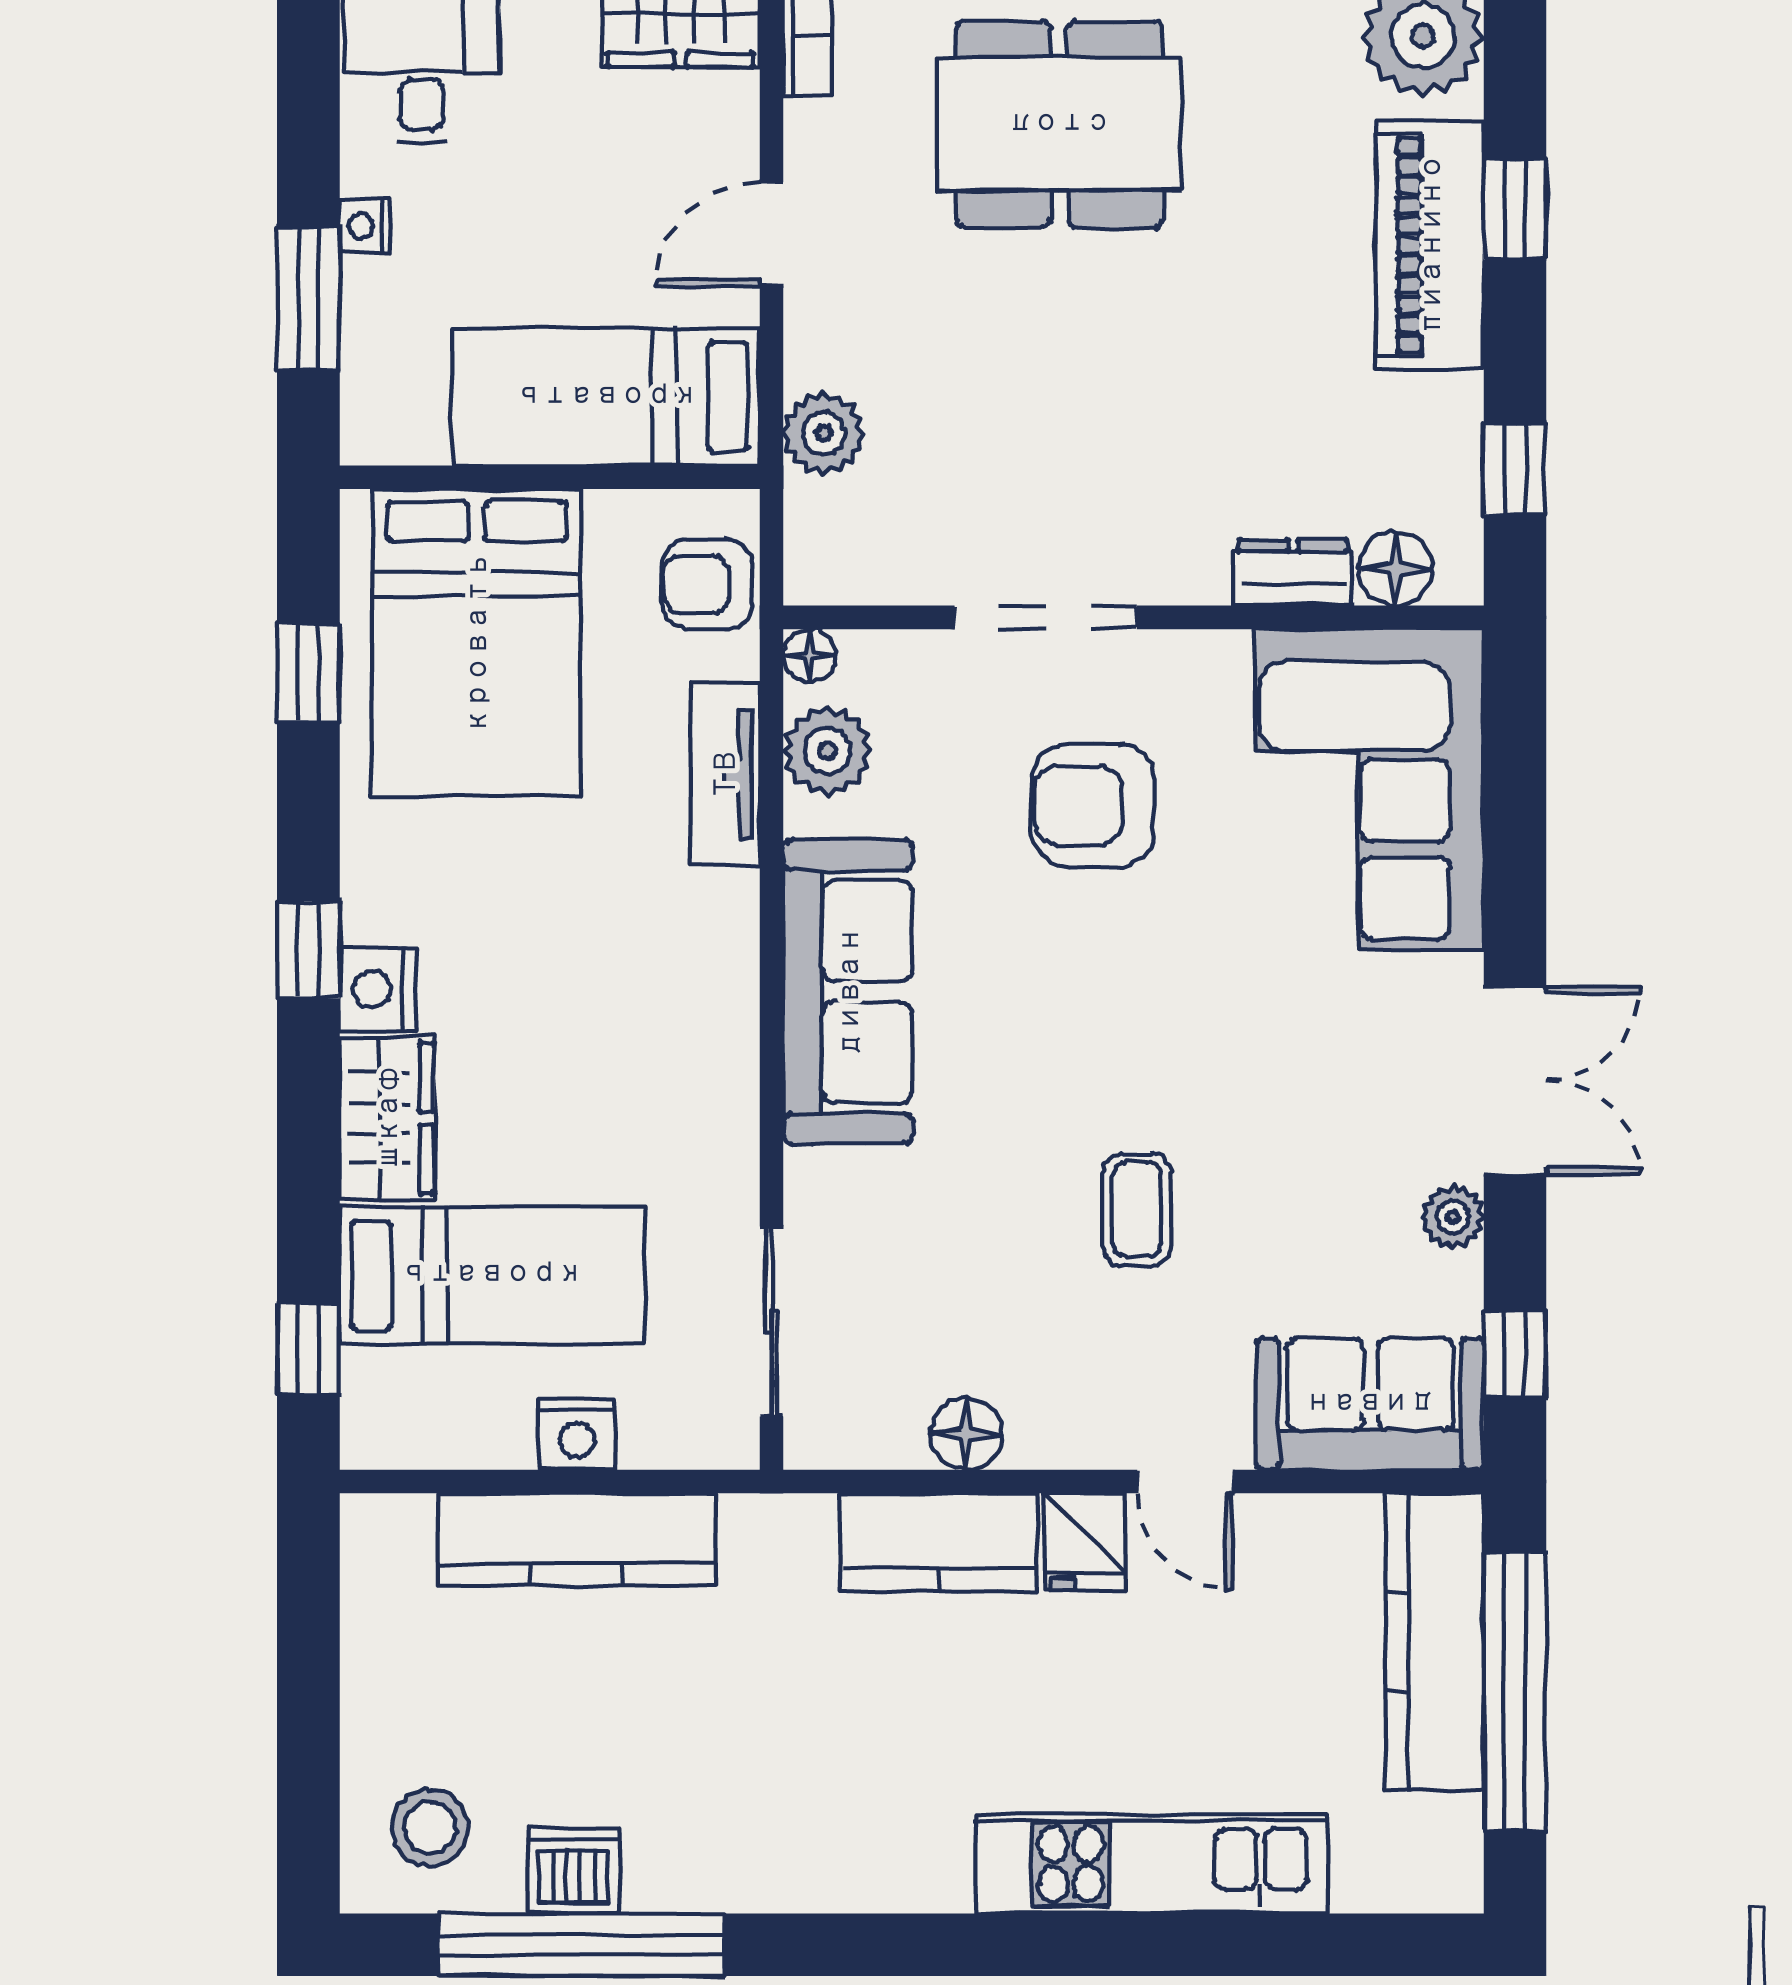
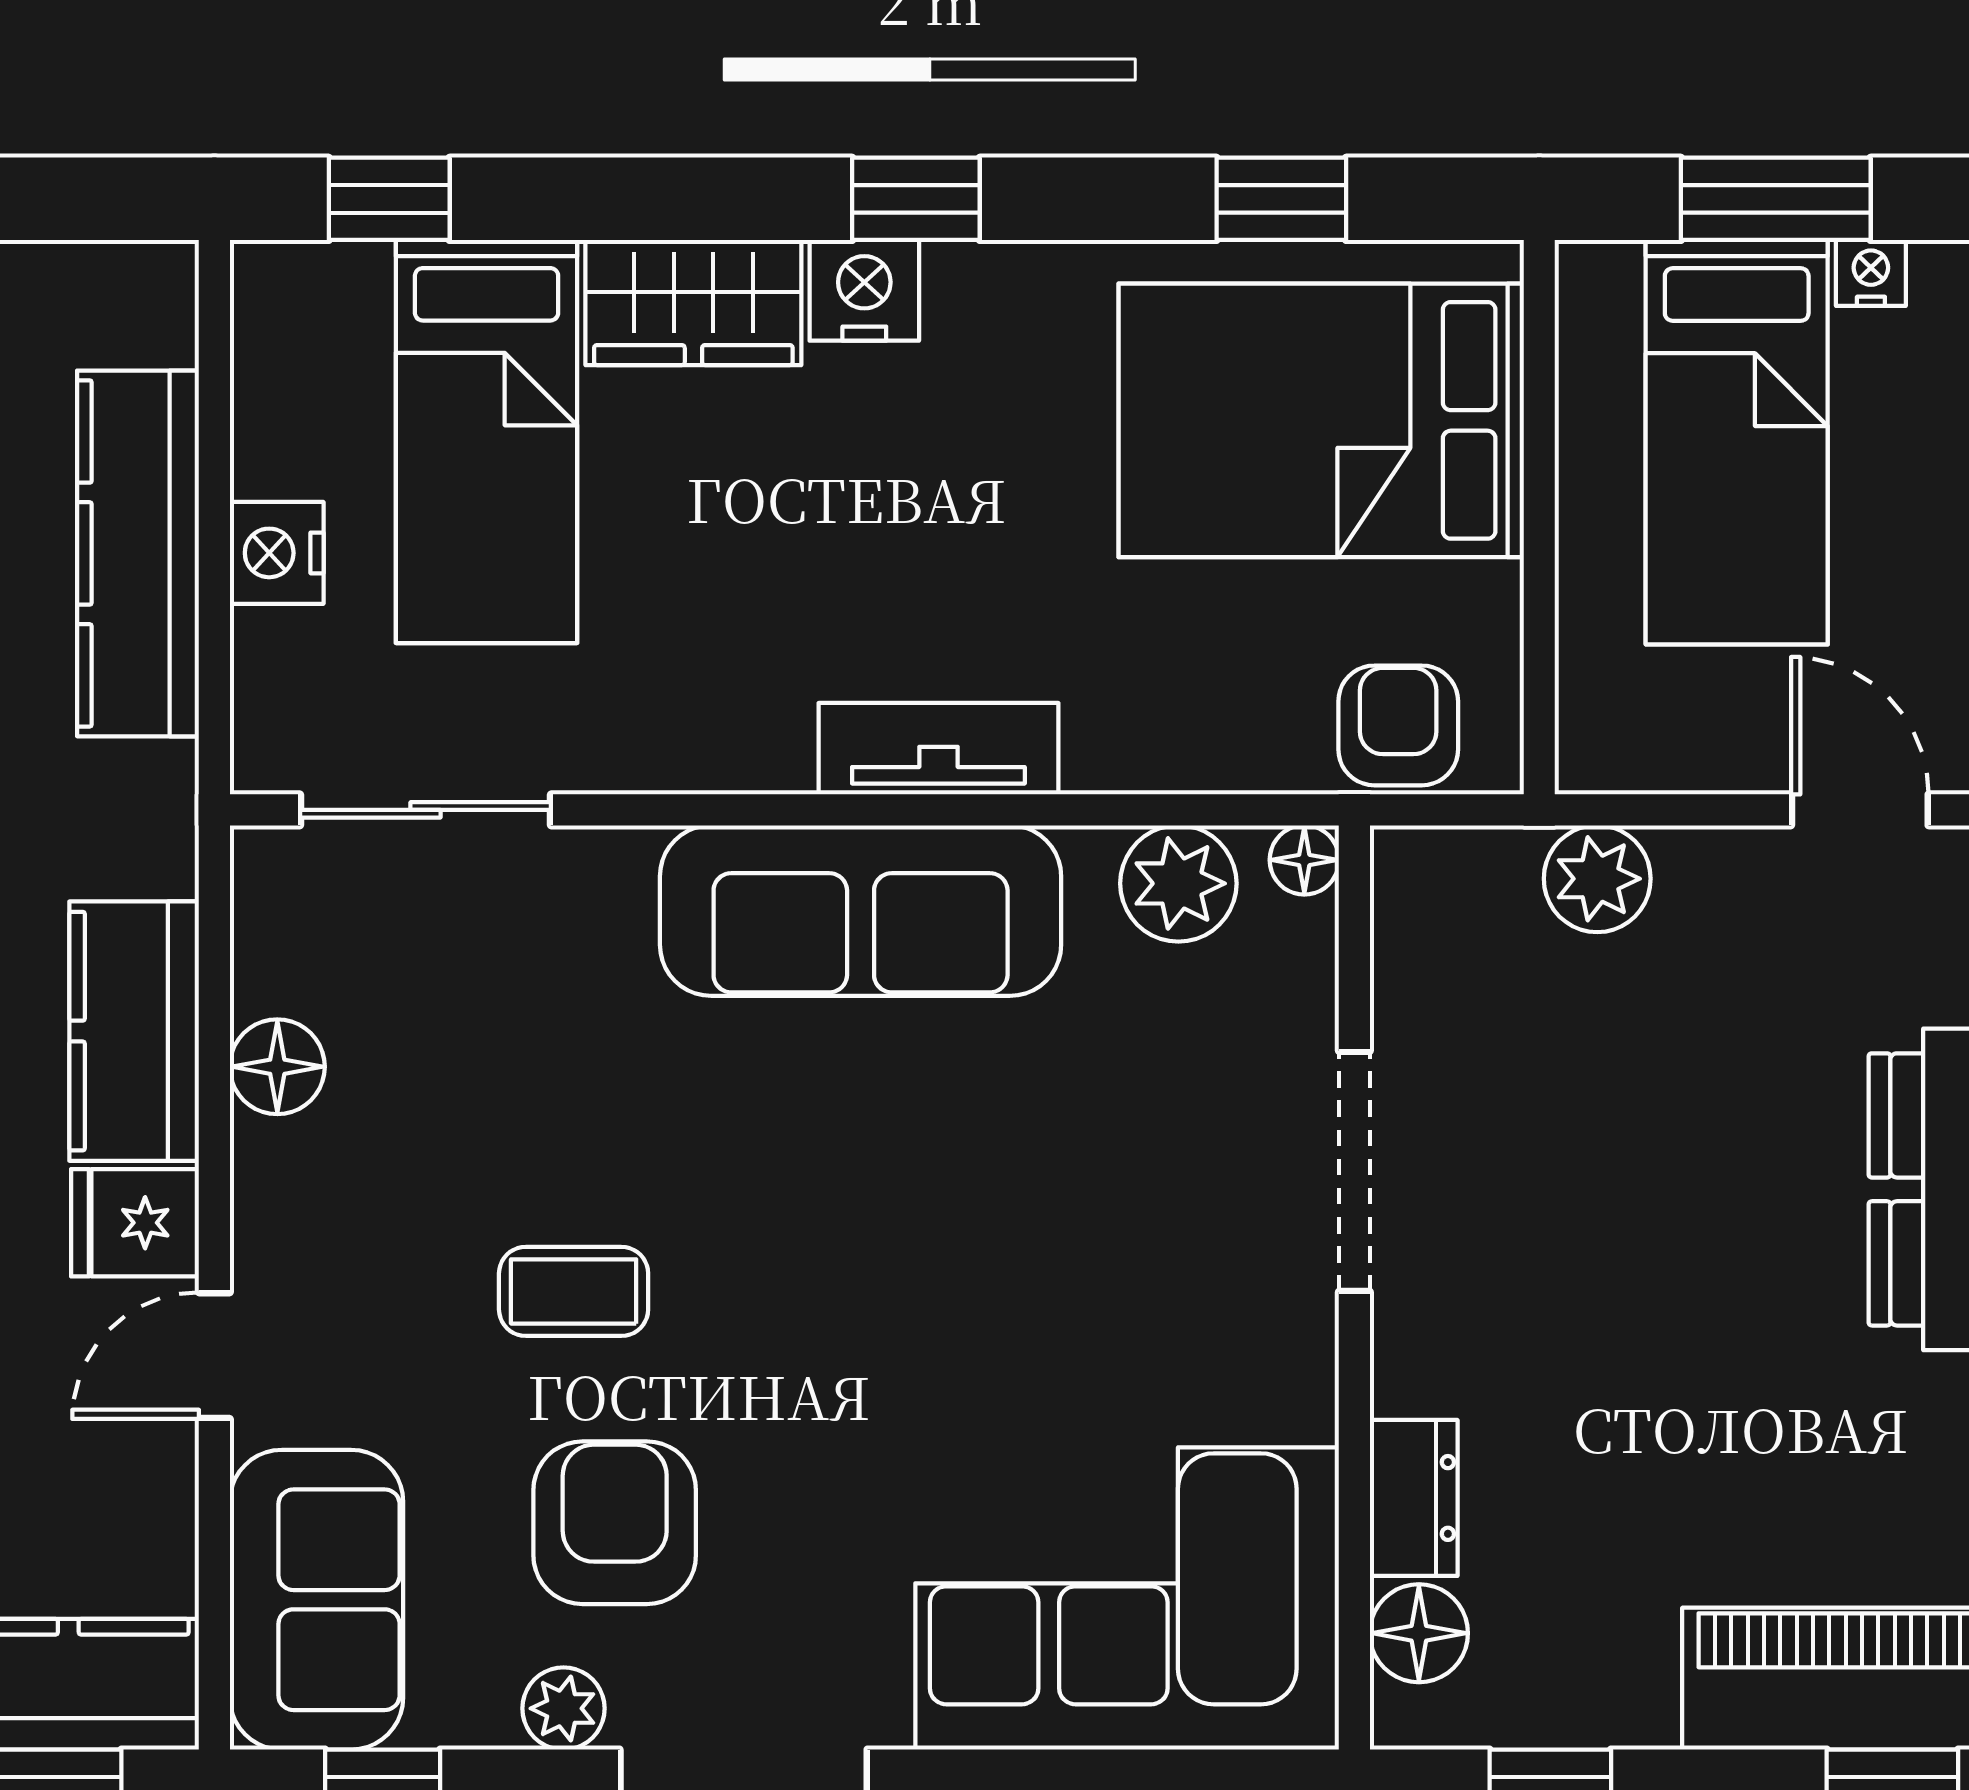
bed: (607, 397) -> (1737, 442), moved, turned 180
tv unit: (725, 774) -> (938, 749), moved
armchair: (1093, 805) -> (615, 1523), moved

